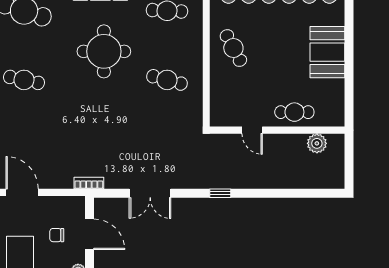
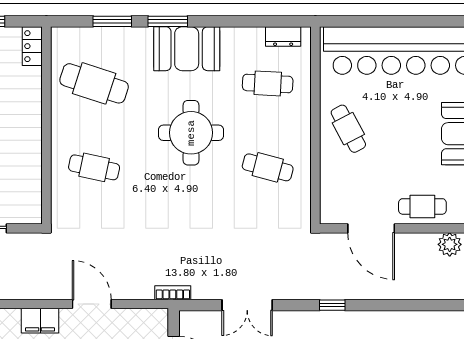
door: (252, 130) -> (371, 228), width x1.87

